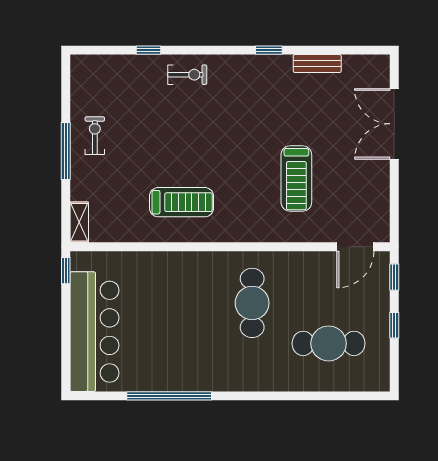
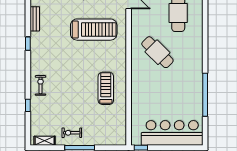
treadmill: (296, 178) -> (94, 30), width x1.37, depth x1.38
shelving: (79, 222) -> (45, 141), moved
cafe table: (252, 303) -> (157, 52), turned 45

